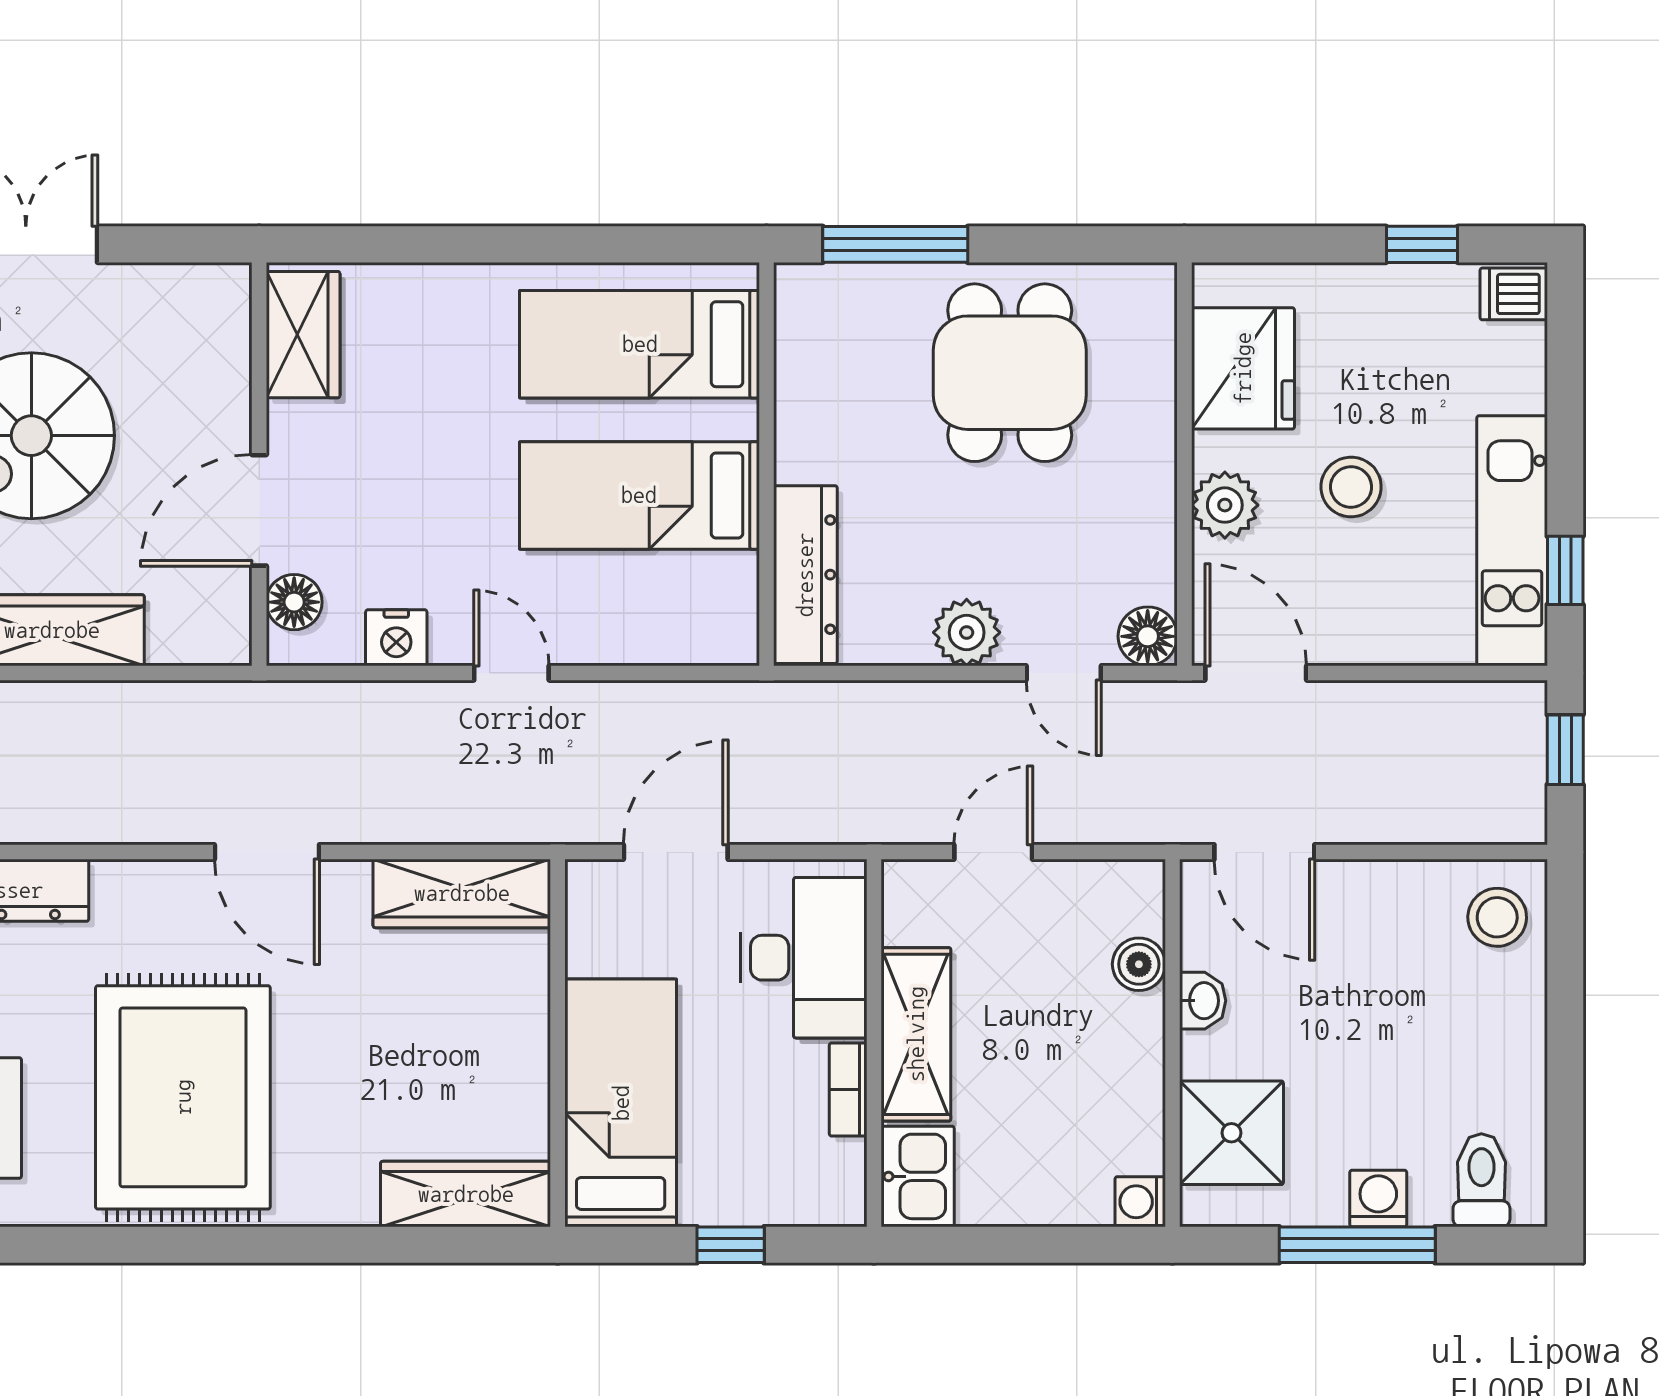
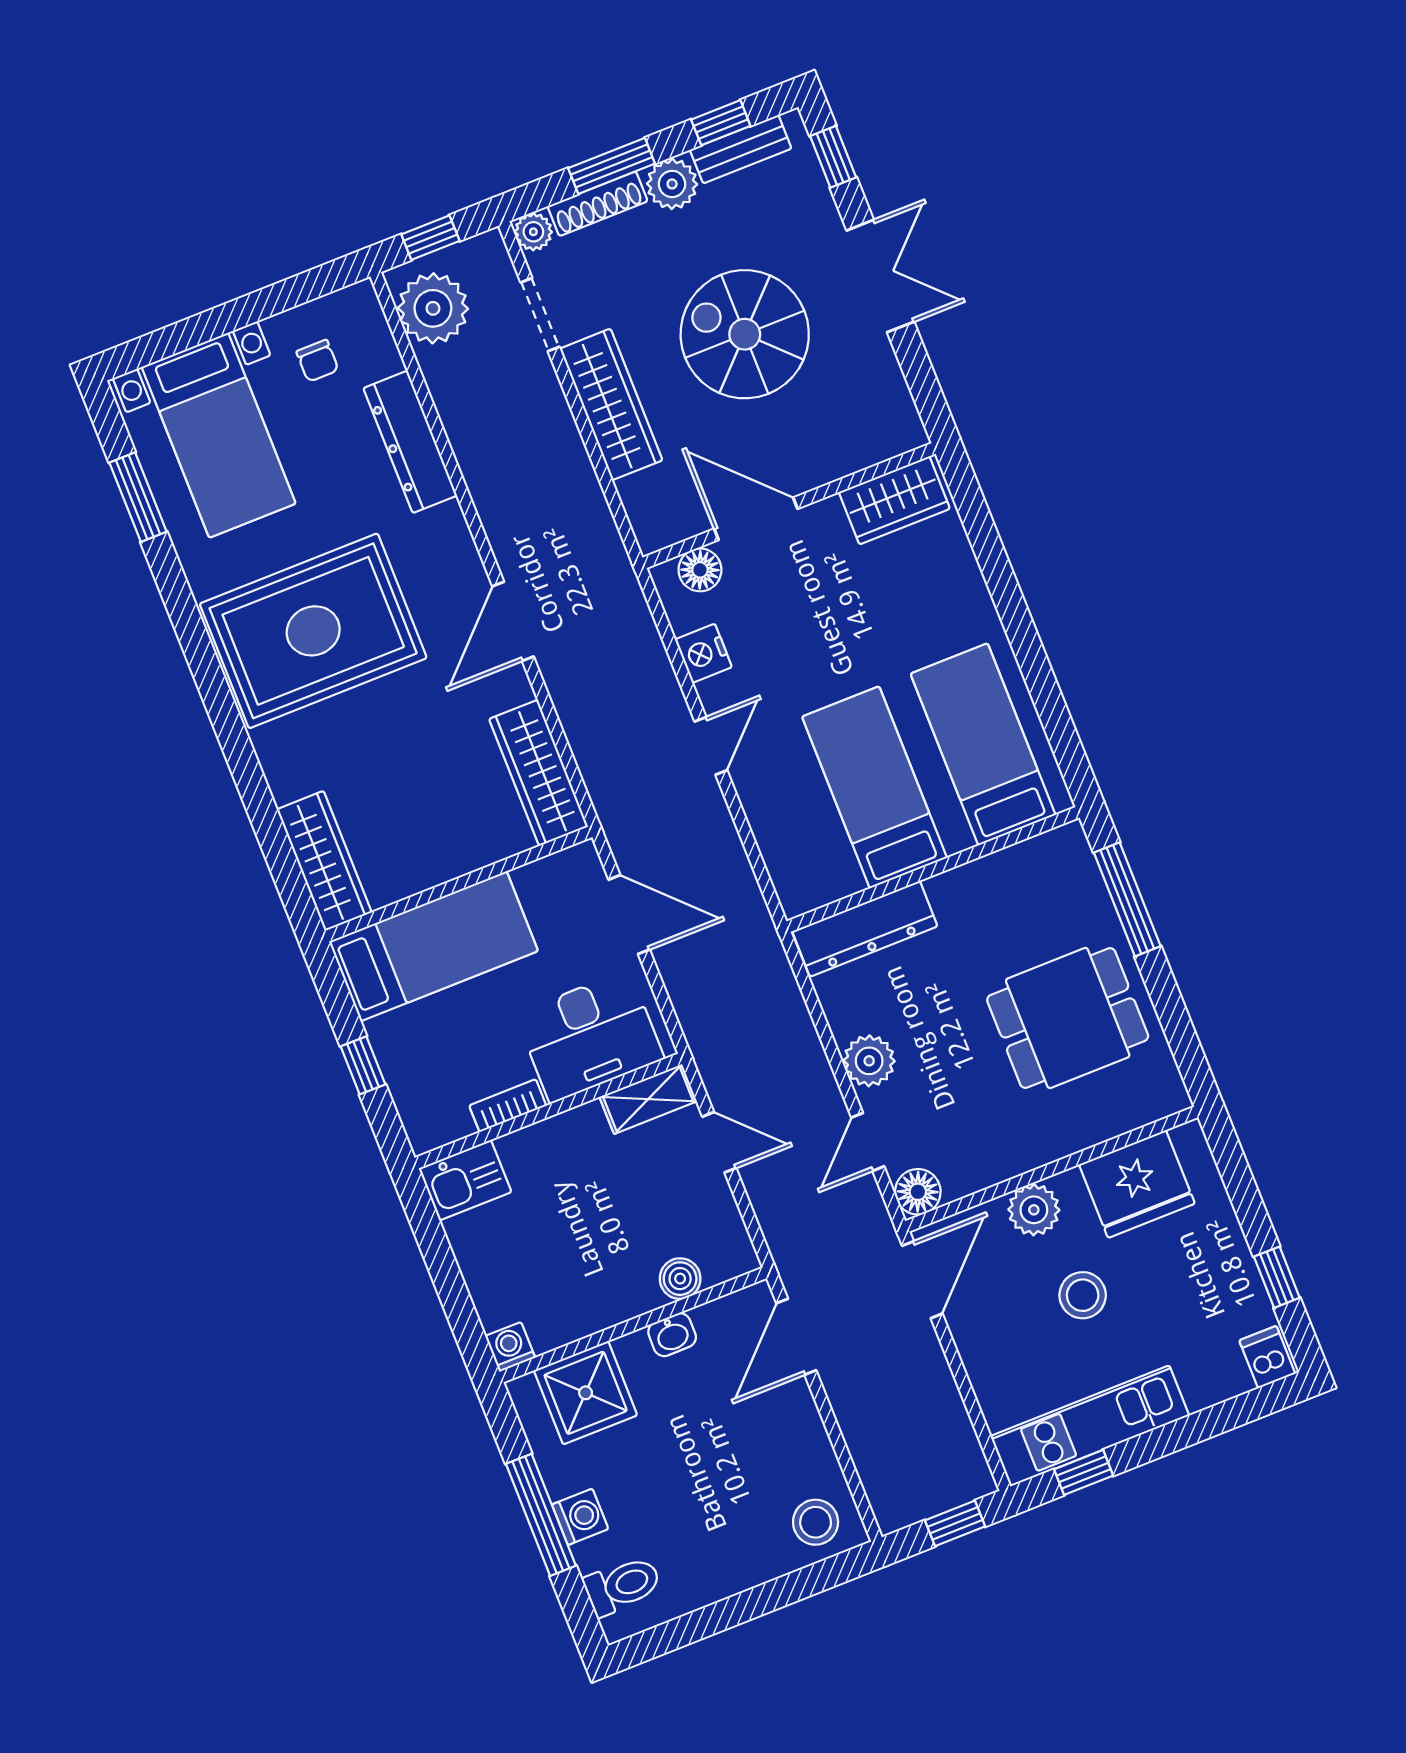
shelving: (916, 1034) -> (648, 1099), moved, width x0.67, depth x0.75

